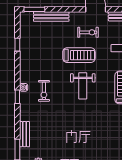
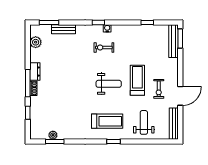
bench: (51, 17) -> (174, 41), moved
treadmill: (79, 55) -> (137, 80), turned 180
weight bench: (83, 86) -> (109, 84), turned 180

